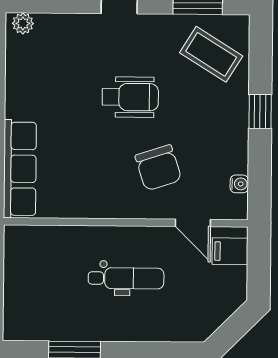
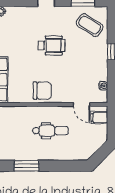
chair: (158, 168) -> (42, 91), moved, turned -72

